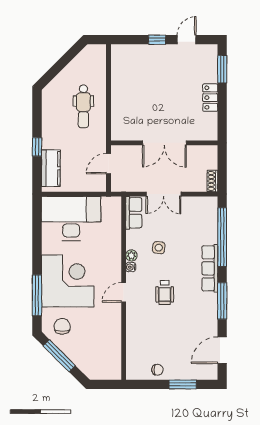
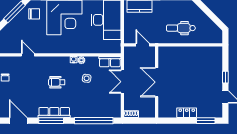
row of seats: (210, 268) -> (54, 112), moved
door: (124, 292) -> (28, 55), moved

